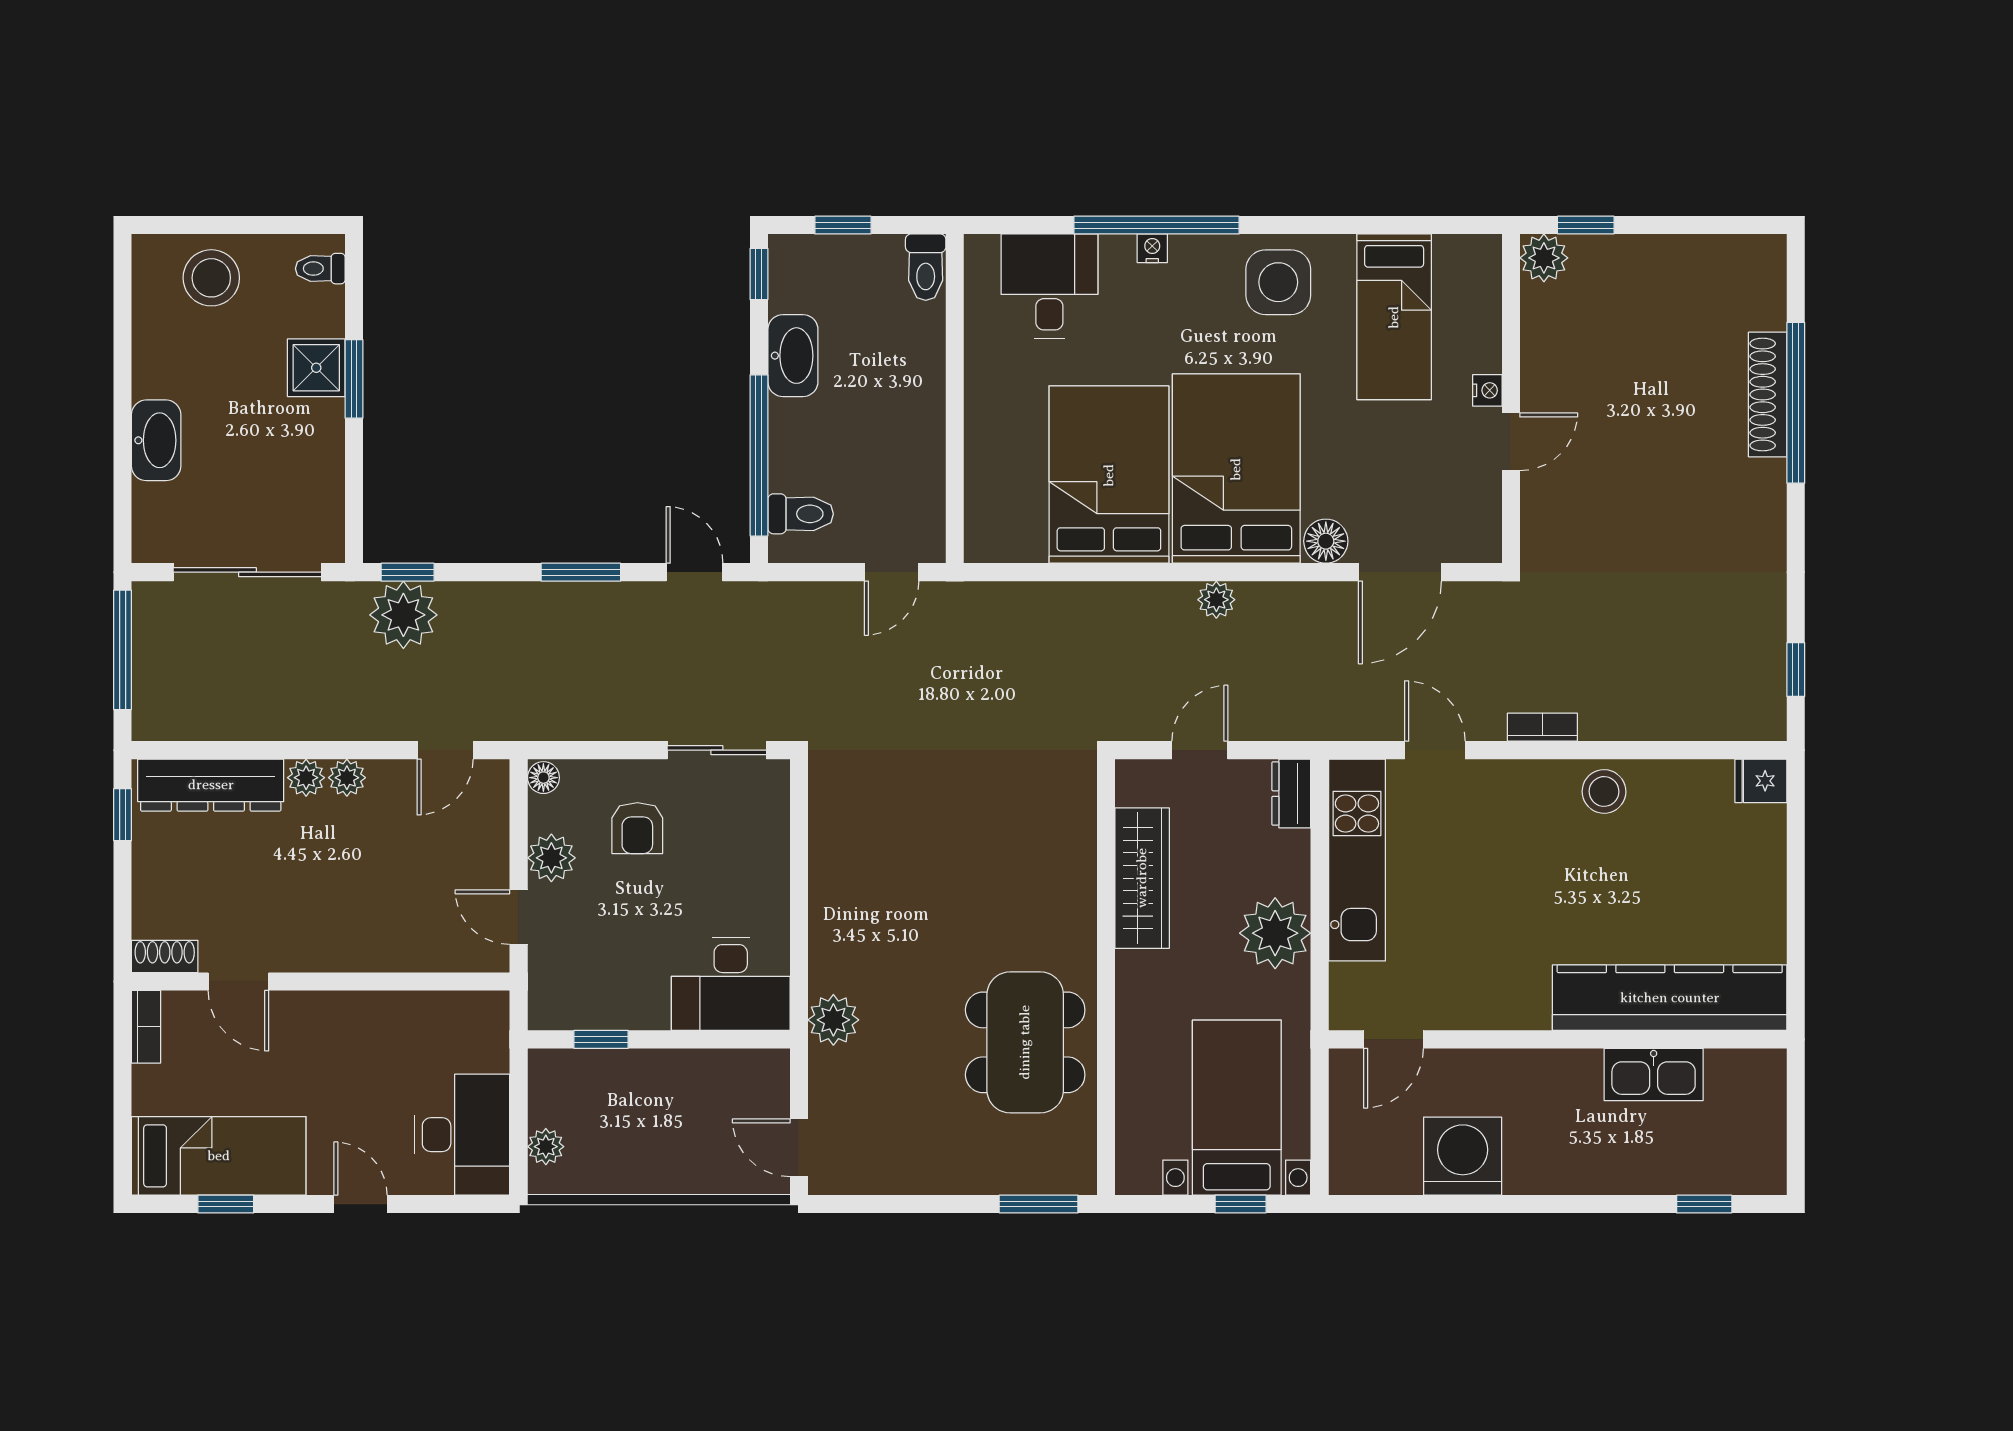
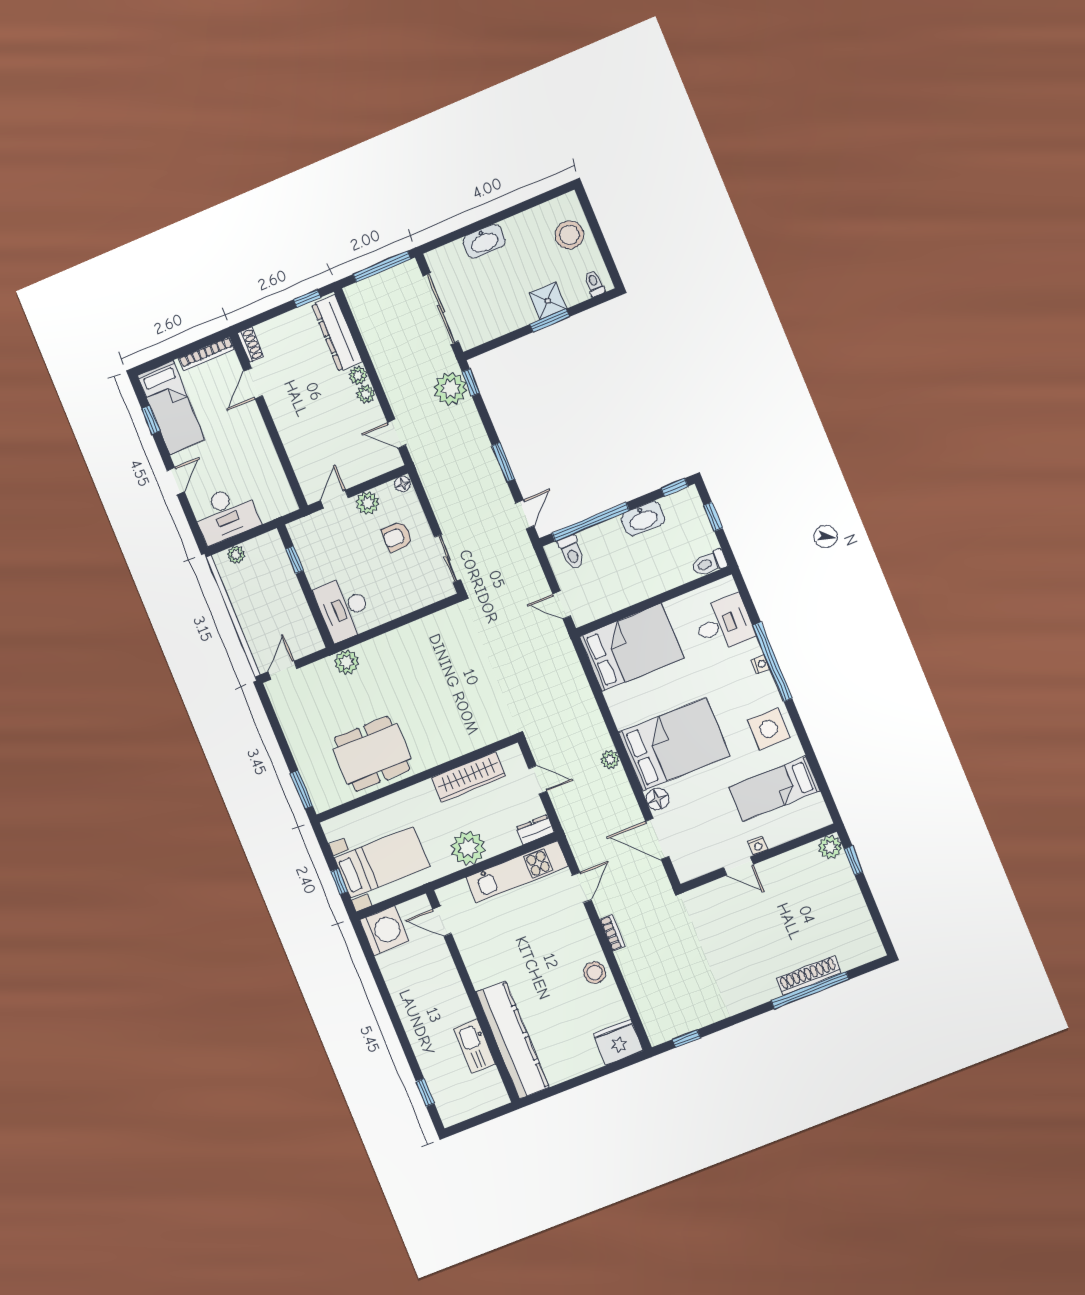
bed: (1109, 475) -> (631, 647), moved
fridge: (1761, 781) -> (618, 1042), width x1.88, depth x1.34
bookcase: (146, 1027) -> (206, 354), width x1.56
washing machine: (1463, 1156) -> (384, 931), moved

